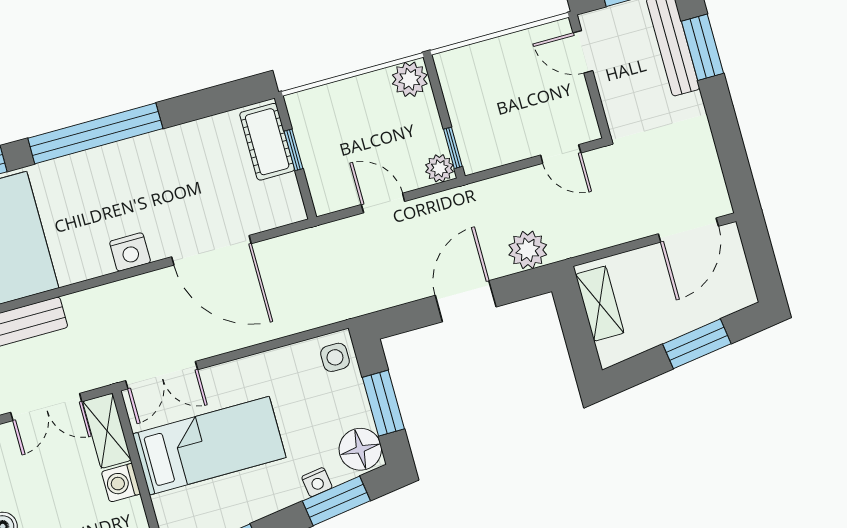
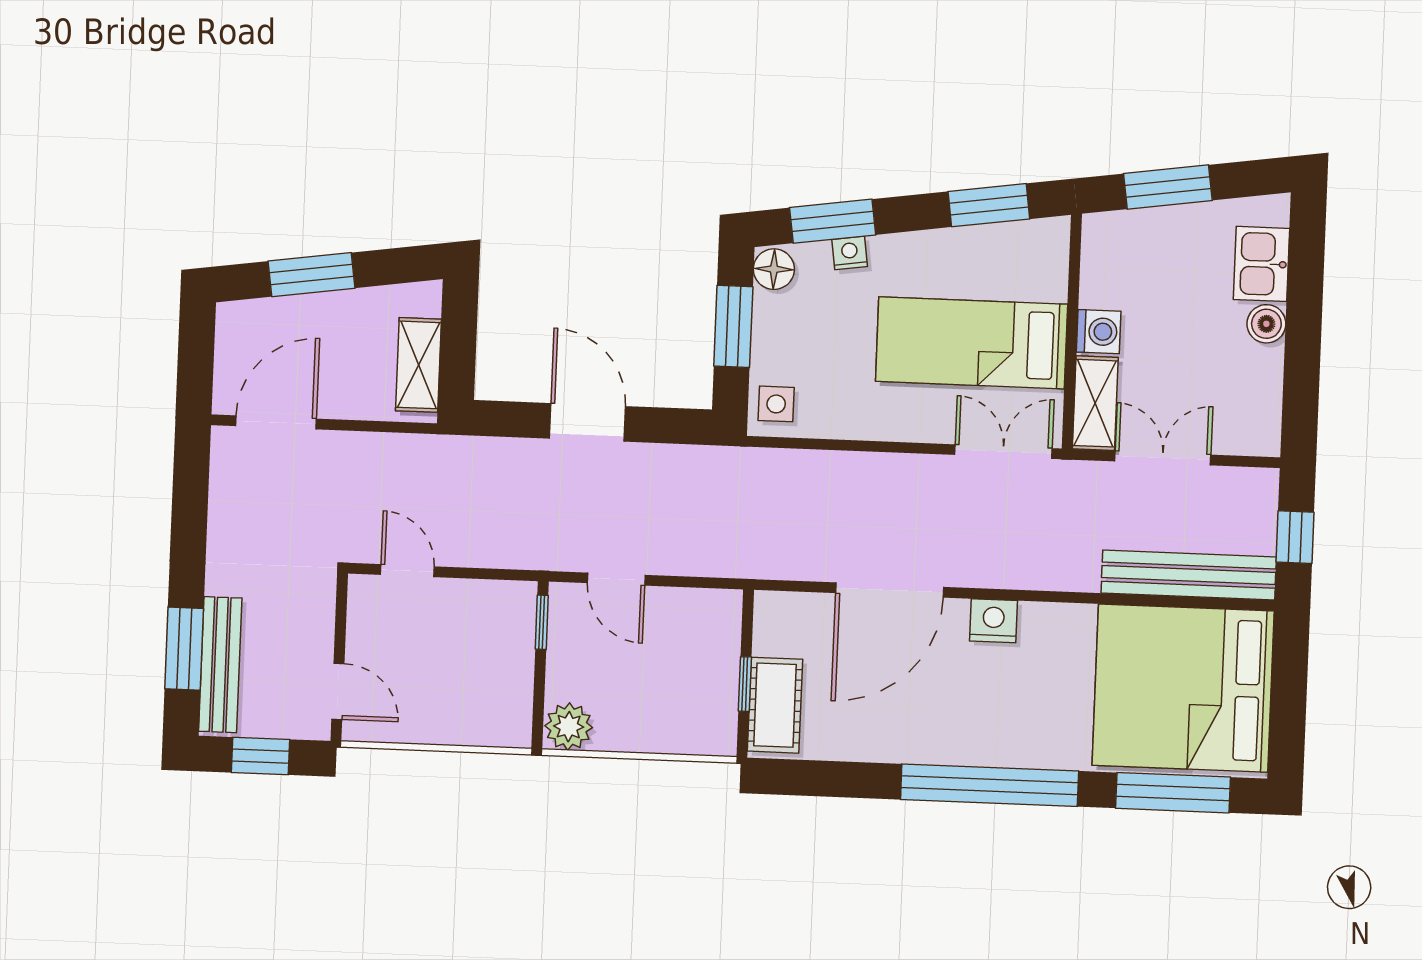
plant: (439, 168) -> (567, 602), removed
door: (383, 203) -> (616, 579), moved
door: (211, 250) -> (890, 590), swing flipped
plant: (528, 250) -> (488, 462), removed
door: (466, 301) -> (588, 422), swing flipped
floor lamp: (360, 449) -> (774, 269), width x0.73, depth x0.73

